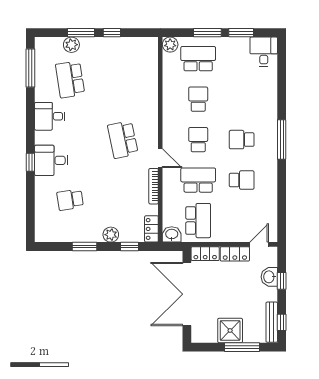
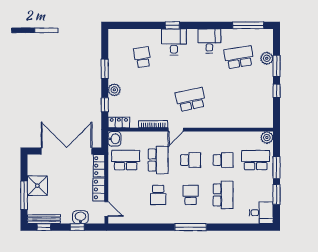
school desk: (198, 59) -> (256, 160), turned -90
school desk: (242, 99) -> (223, 195), added
school desk: (198, 221) -> (126, 160), turned 180

